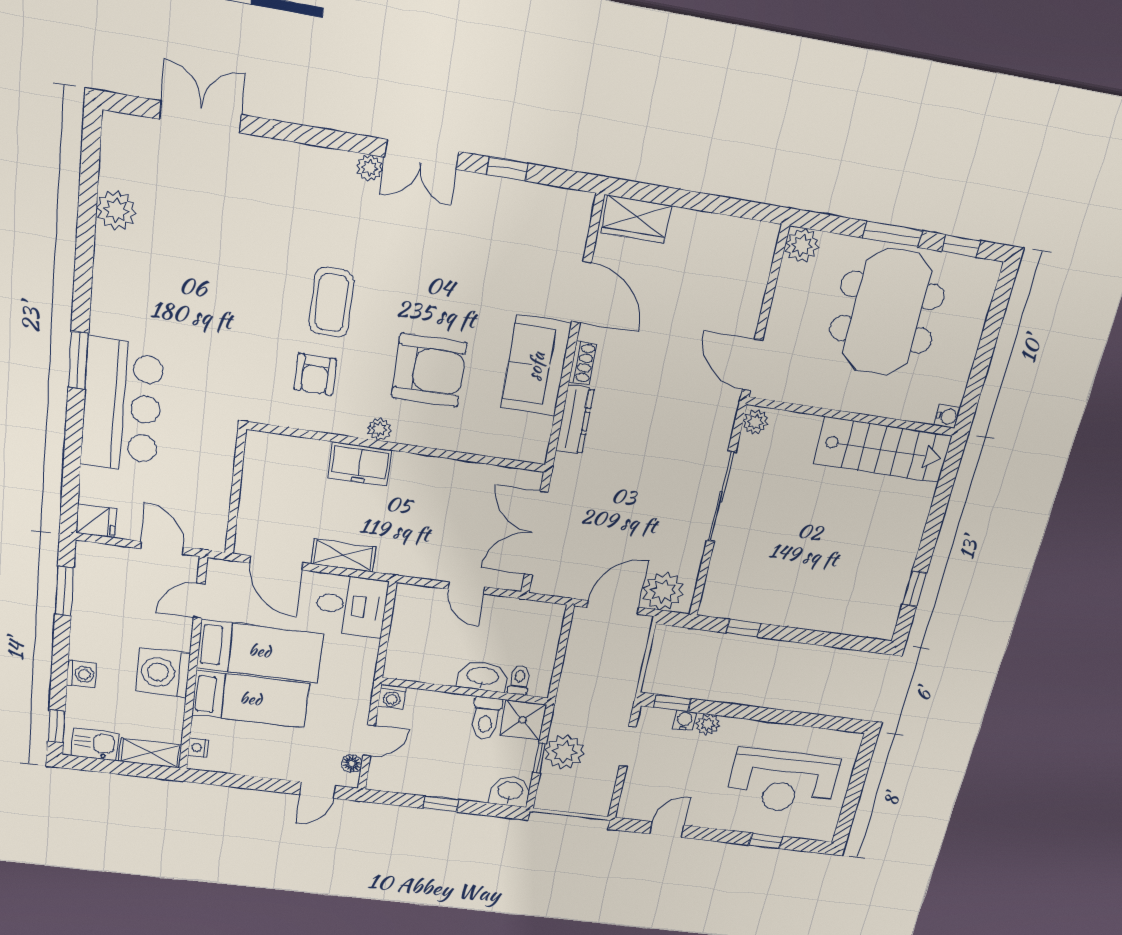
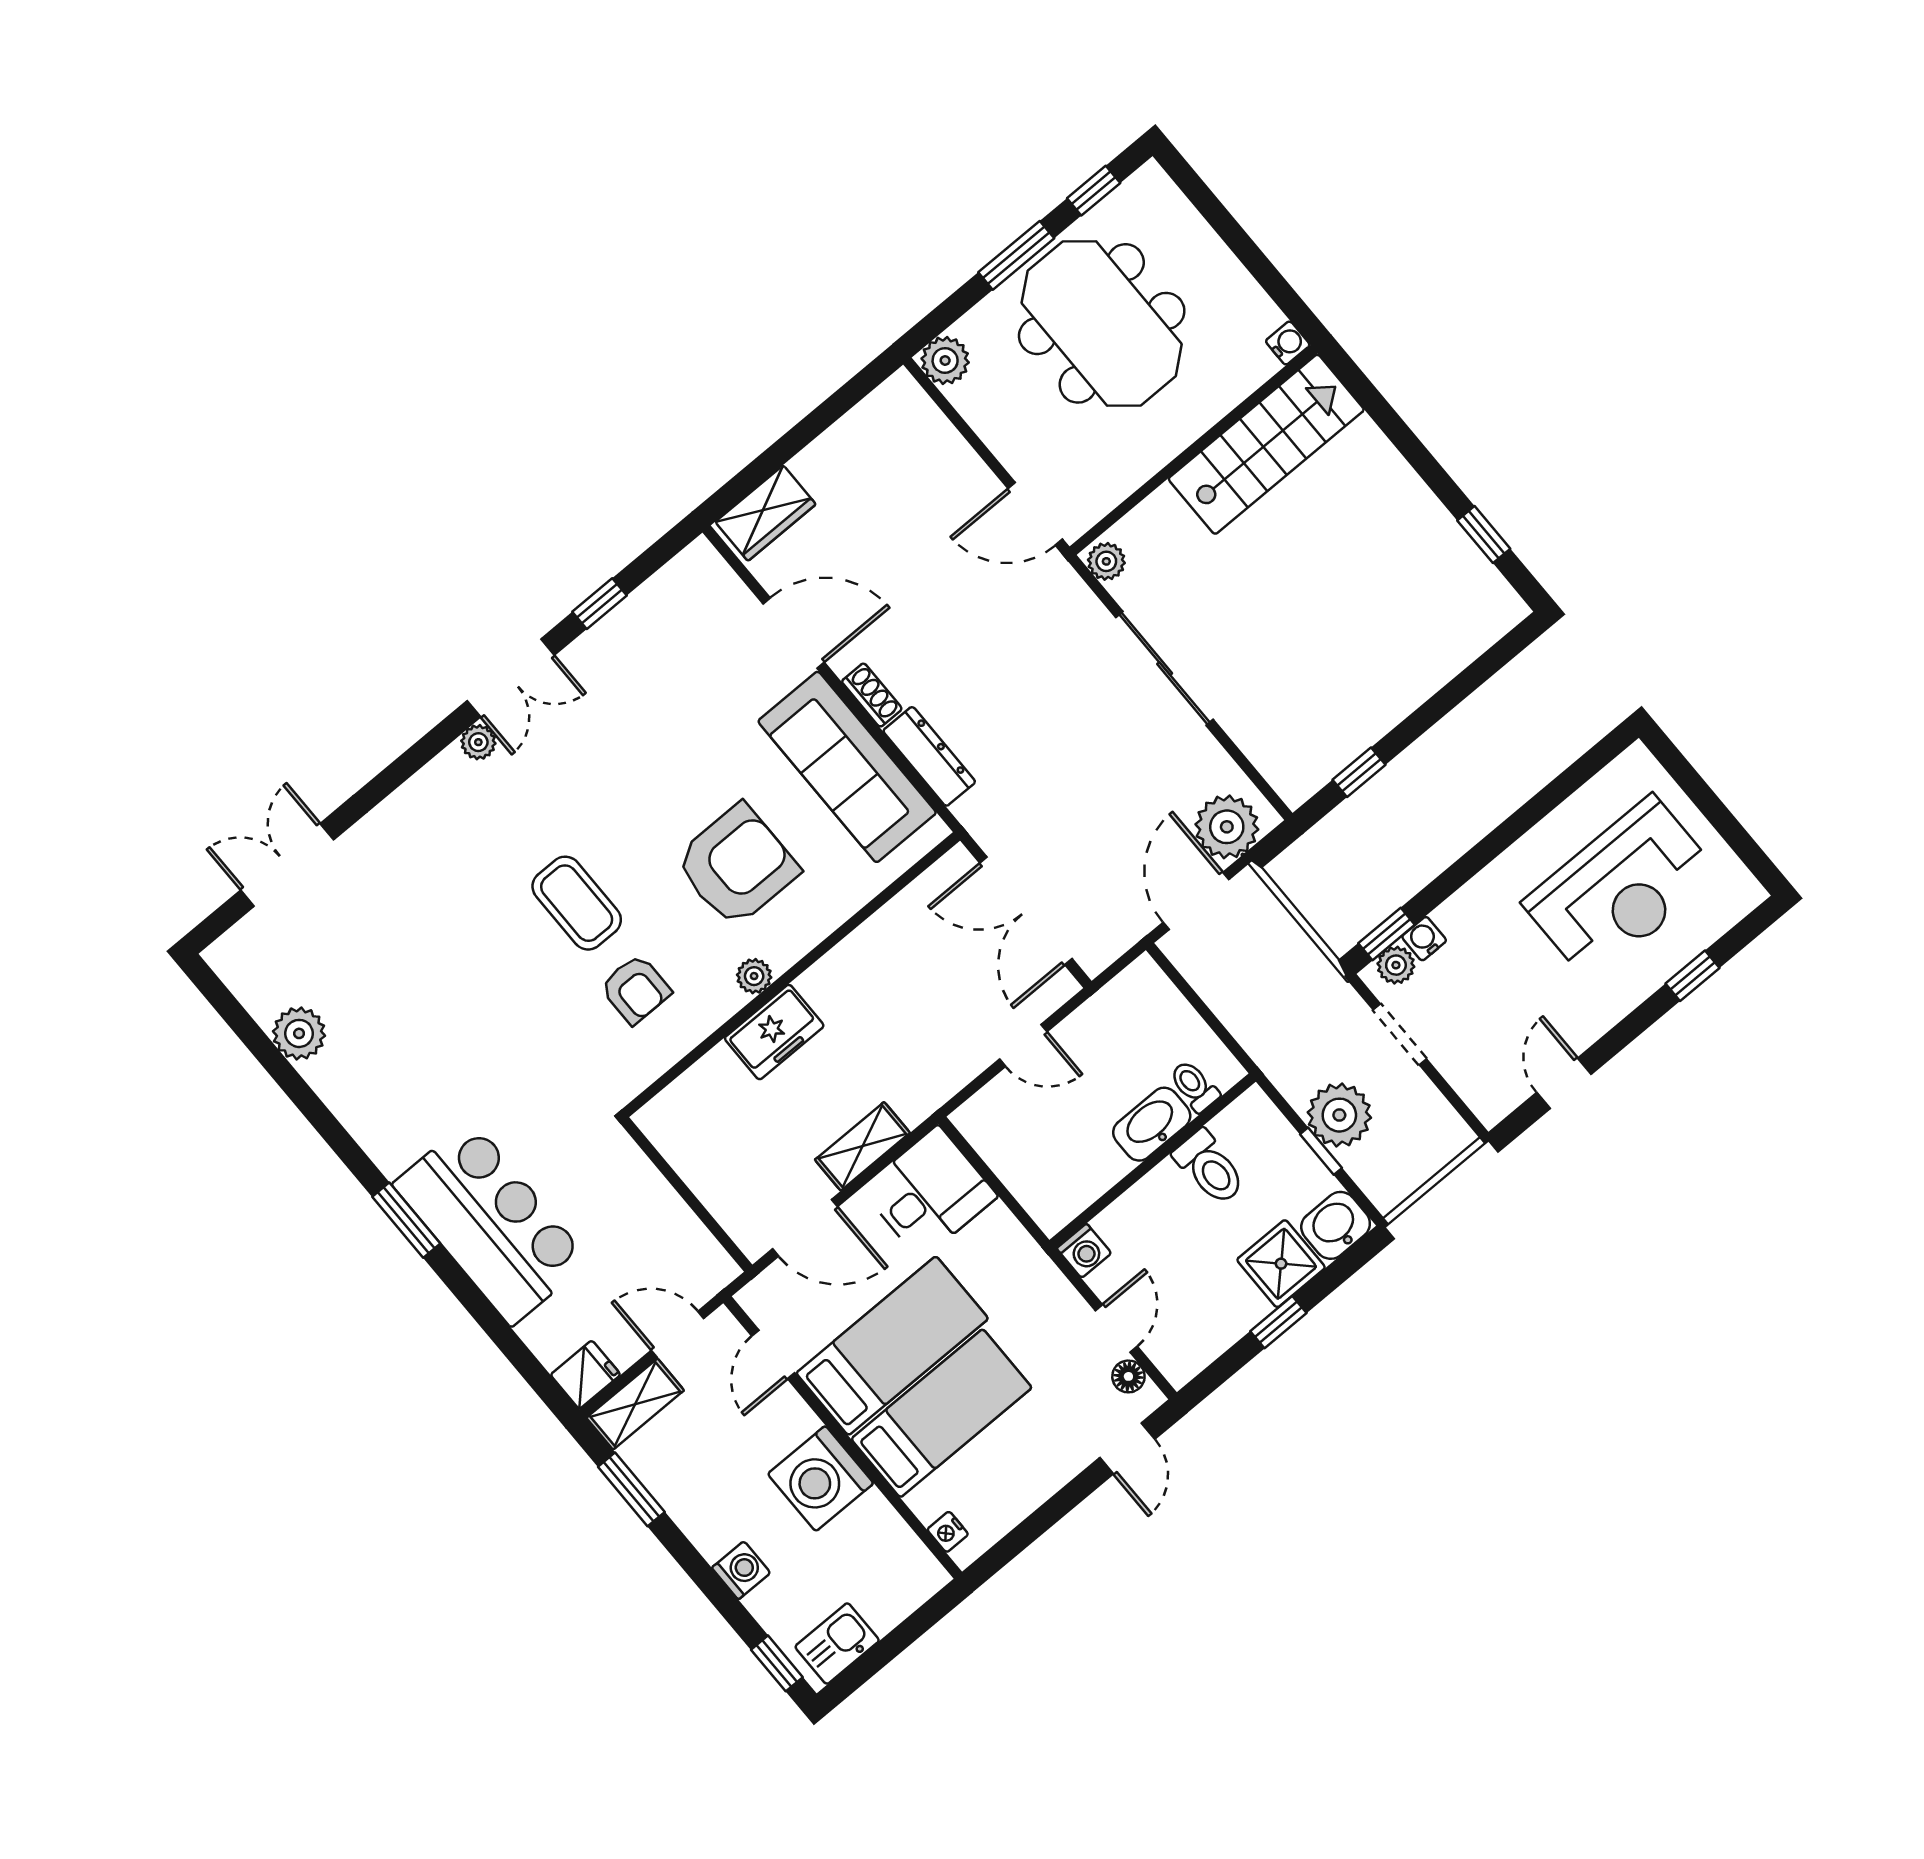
sofa: (536, 366) -> (847, 767), width x1.36
shower: (523, 720) -> (1281, 1264), moved
plant: (708, 725) -> (1396, 965), moved
shelving: (150, 753) -> (635, 1404), moved

